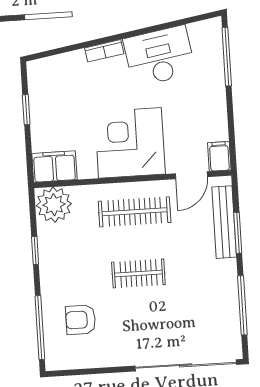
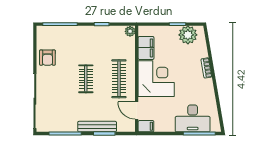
desk: (159, 56) -> (193, 118), moved, turned 100
plant: (45, 89) -> (188, 35), added
filing cabinet: (54, 167) -> (146, 48), moved
plant: (54, 205) -> (130, 31), width x0.53, depth x0.53
bench: (224, 222) -> (97, 127), moved
armchair: (81, 320) -> (47, 58), moved, turned 180

